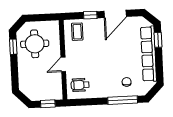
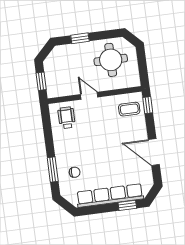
window: (90, 15) -> (148, 105), moved
window: (13, 47) -> (80, 38), moved
window: (123, 100) -> (53, 169), width x0.69

